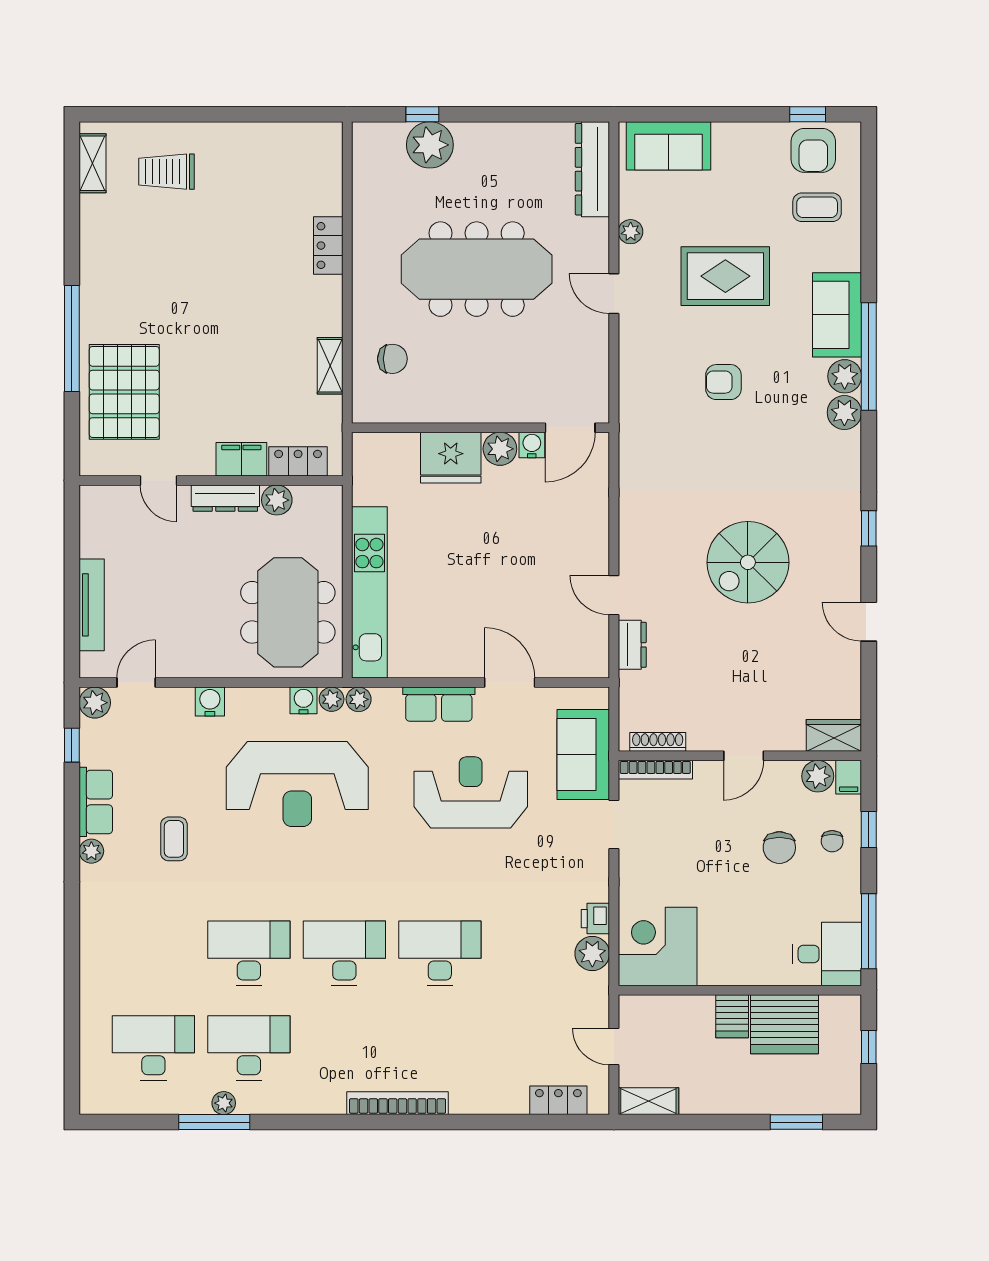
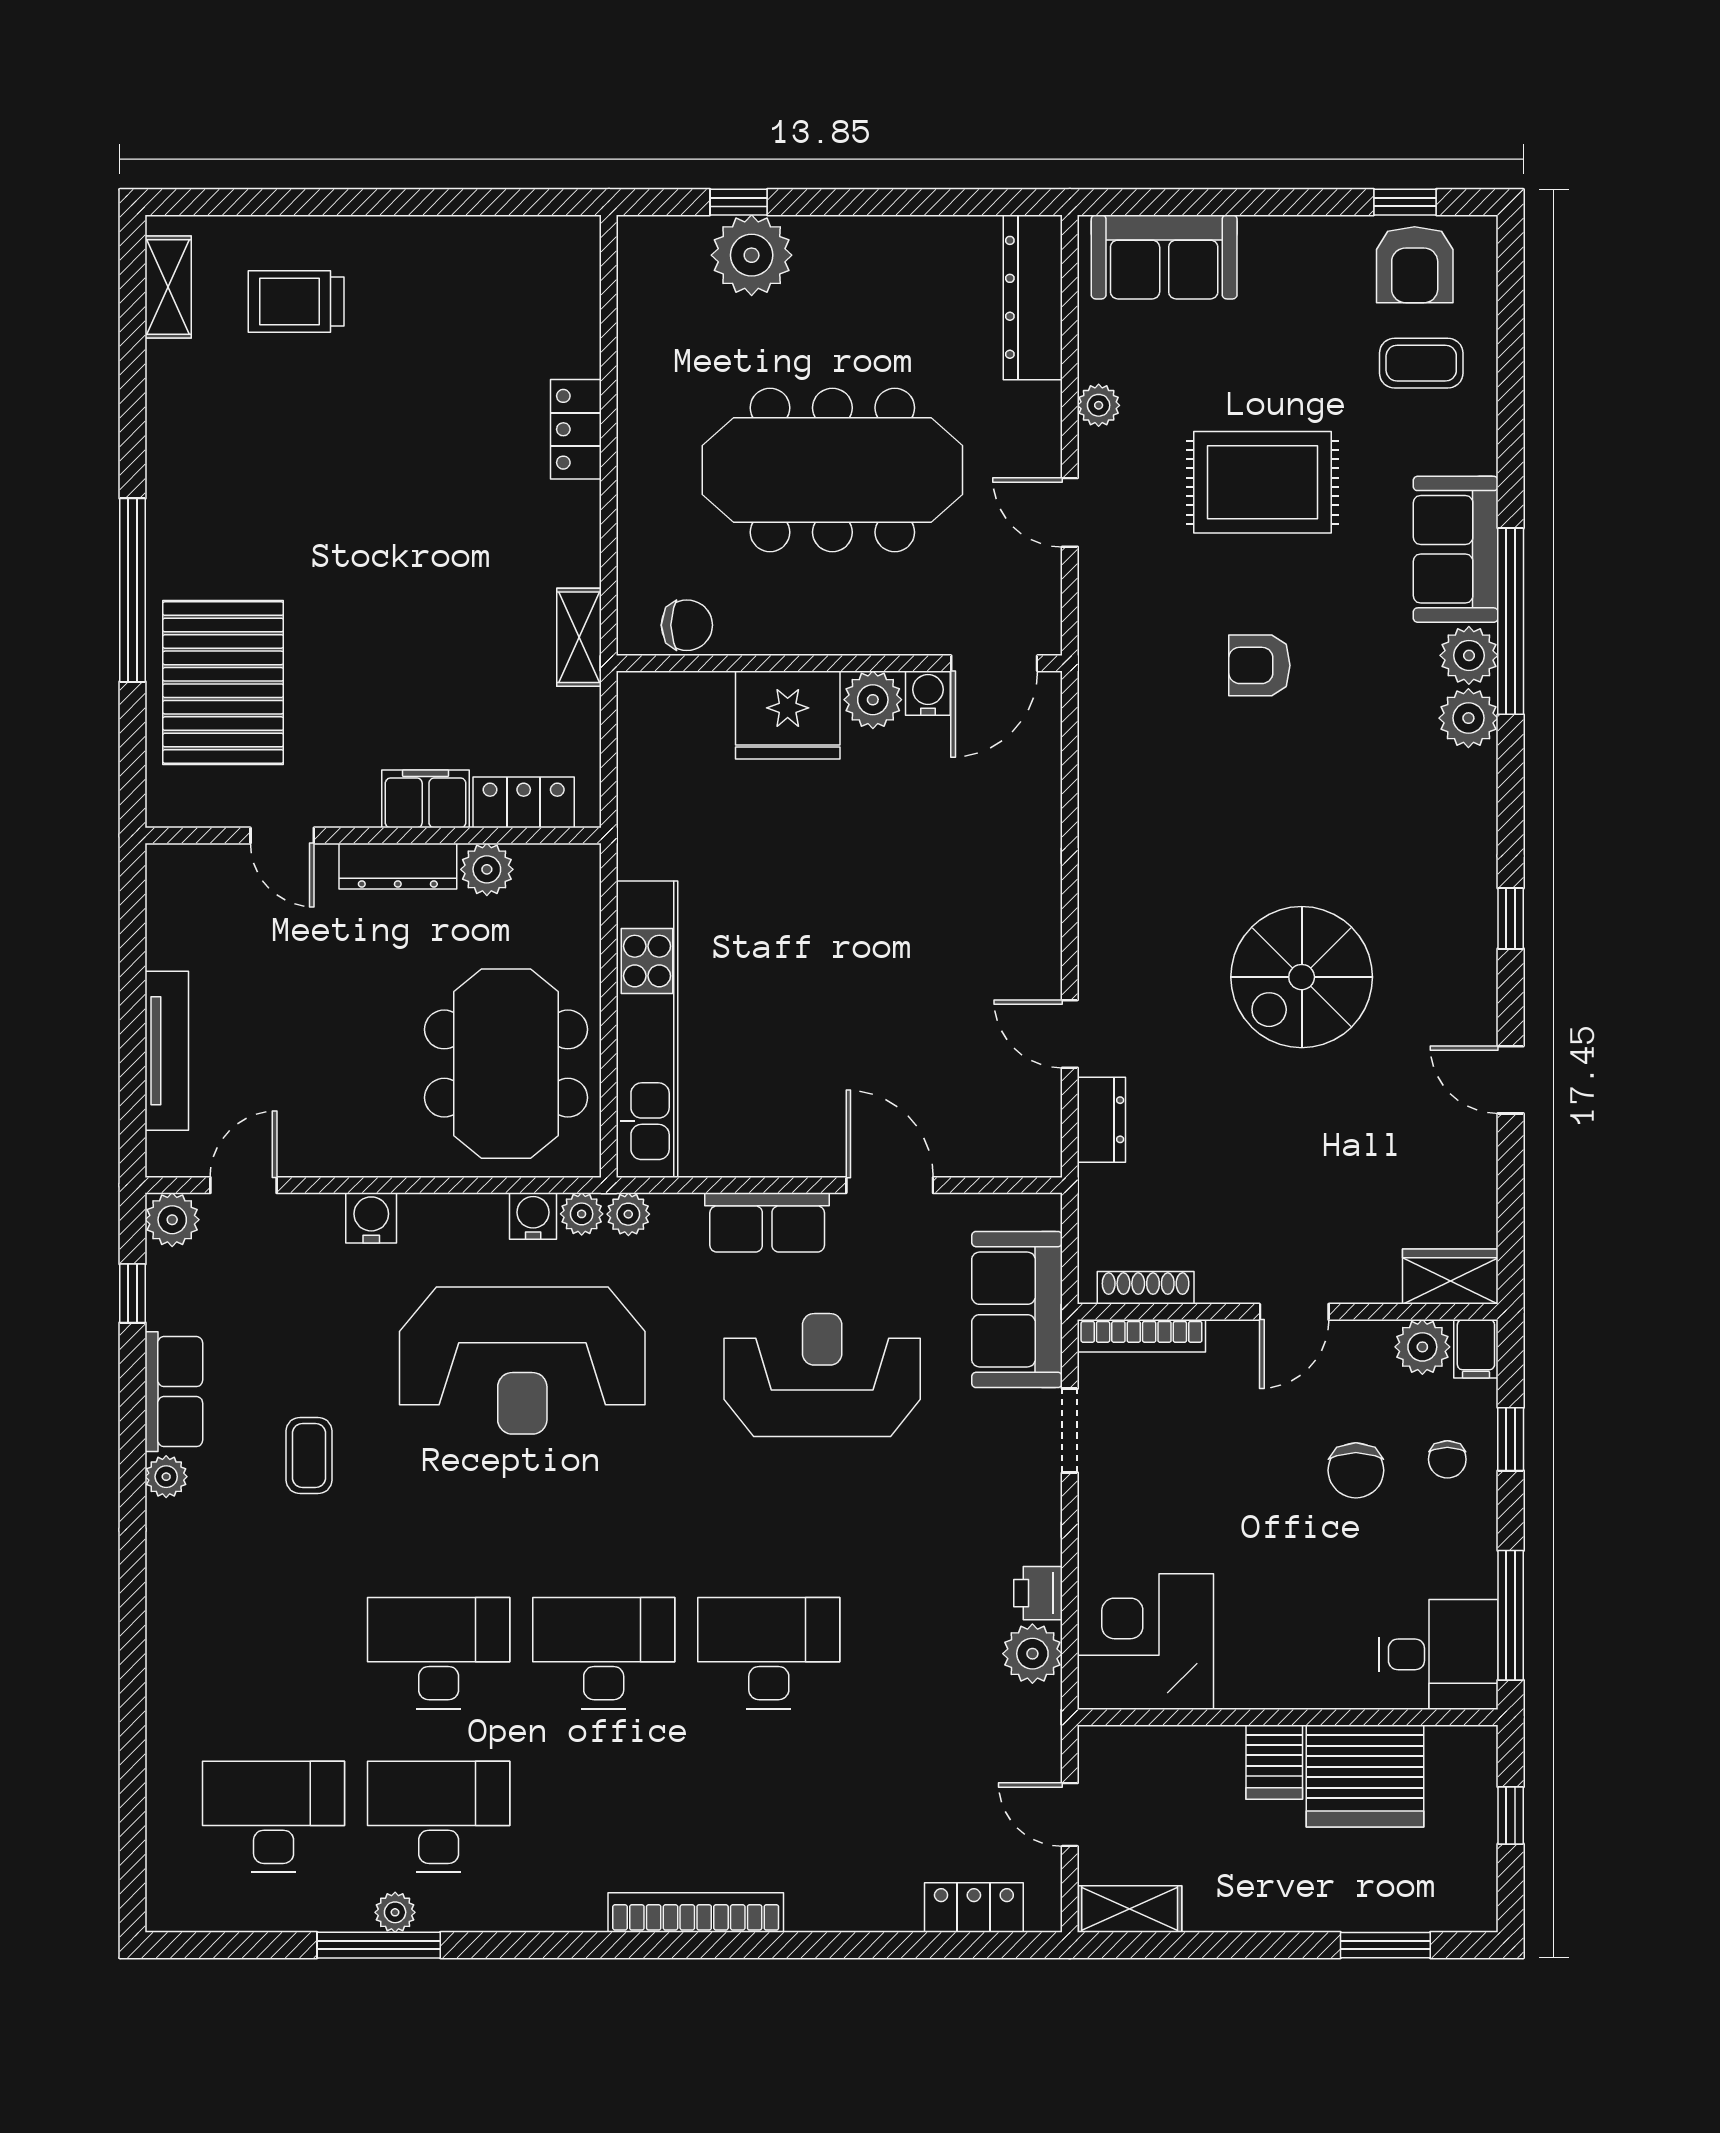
wall: (481, 428) -> (839, 663), moved
door: (570, 428) -> (994, 663), moved
water cooler: (532, 445) -> (928, 693), moved
plant: (500, 449) -> (873, 700), moved
fridge: (451, 458) -> (788, 715), moved

